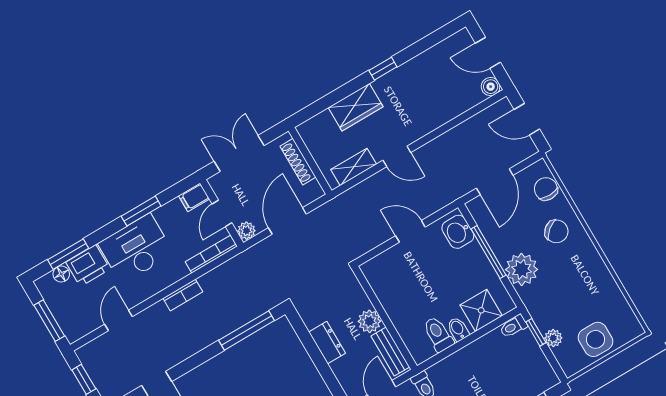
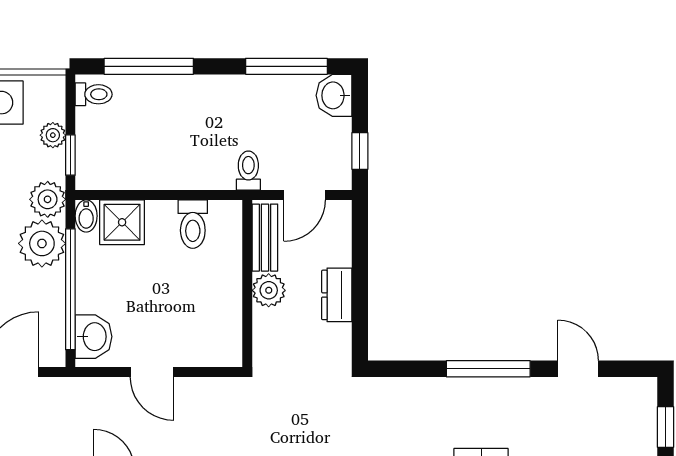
window: (488, 252) -> (70, 289), width x1.46
plant: (534, 298) -> (48, 199), added
toilet: (513, 326) -> (94, 94), moved
bidet: (458, 329) -> (86, 216), moved
window: (247, 330) -> (488, 369), moved

